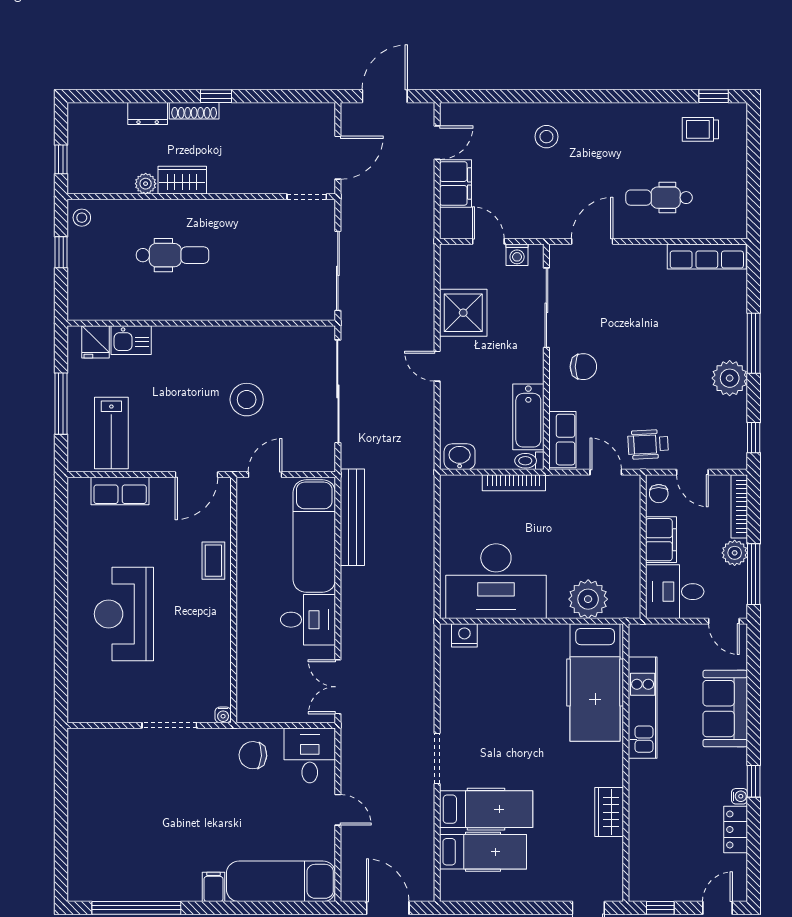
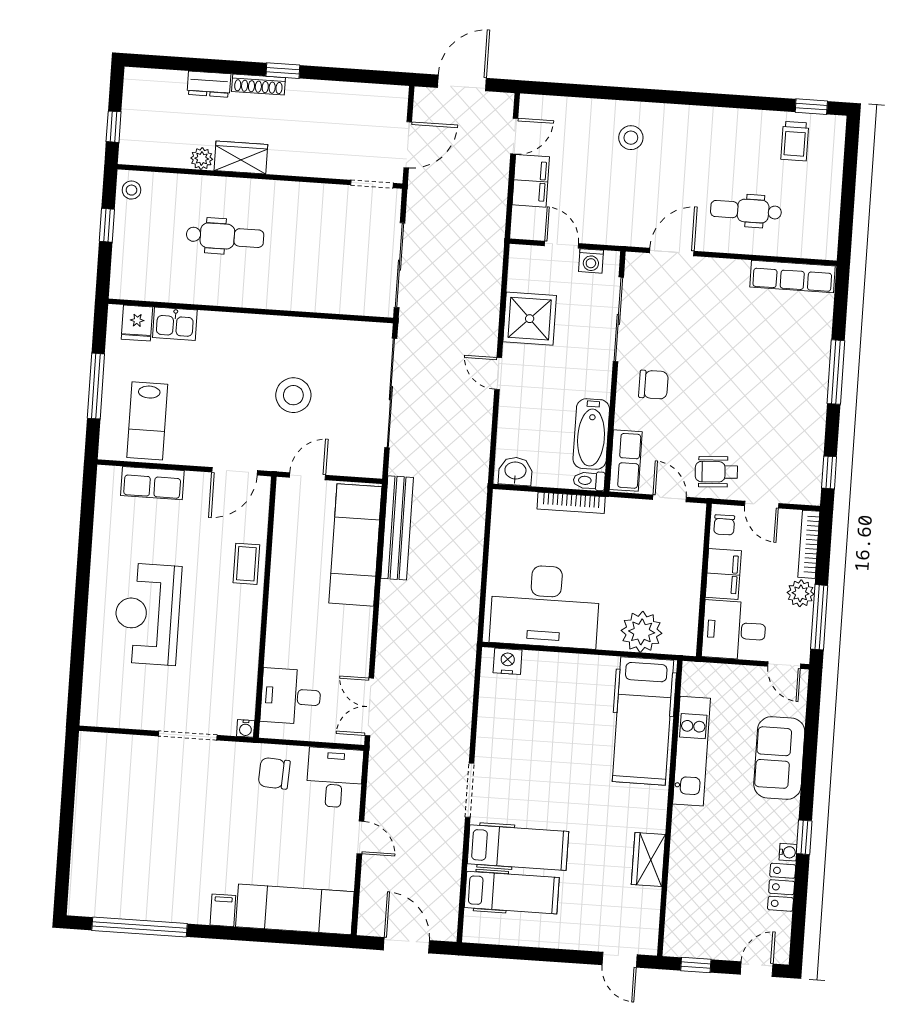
trolley: (700, 129) -> (795, 141), turned -90
plant: (730, 378) -> (808, 407), removed
desk: (308, 620) -> (291, 696), moved, turned 180

